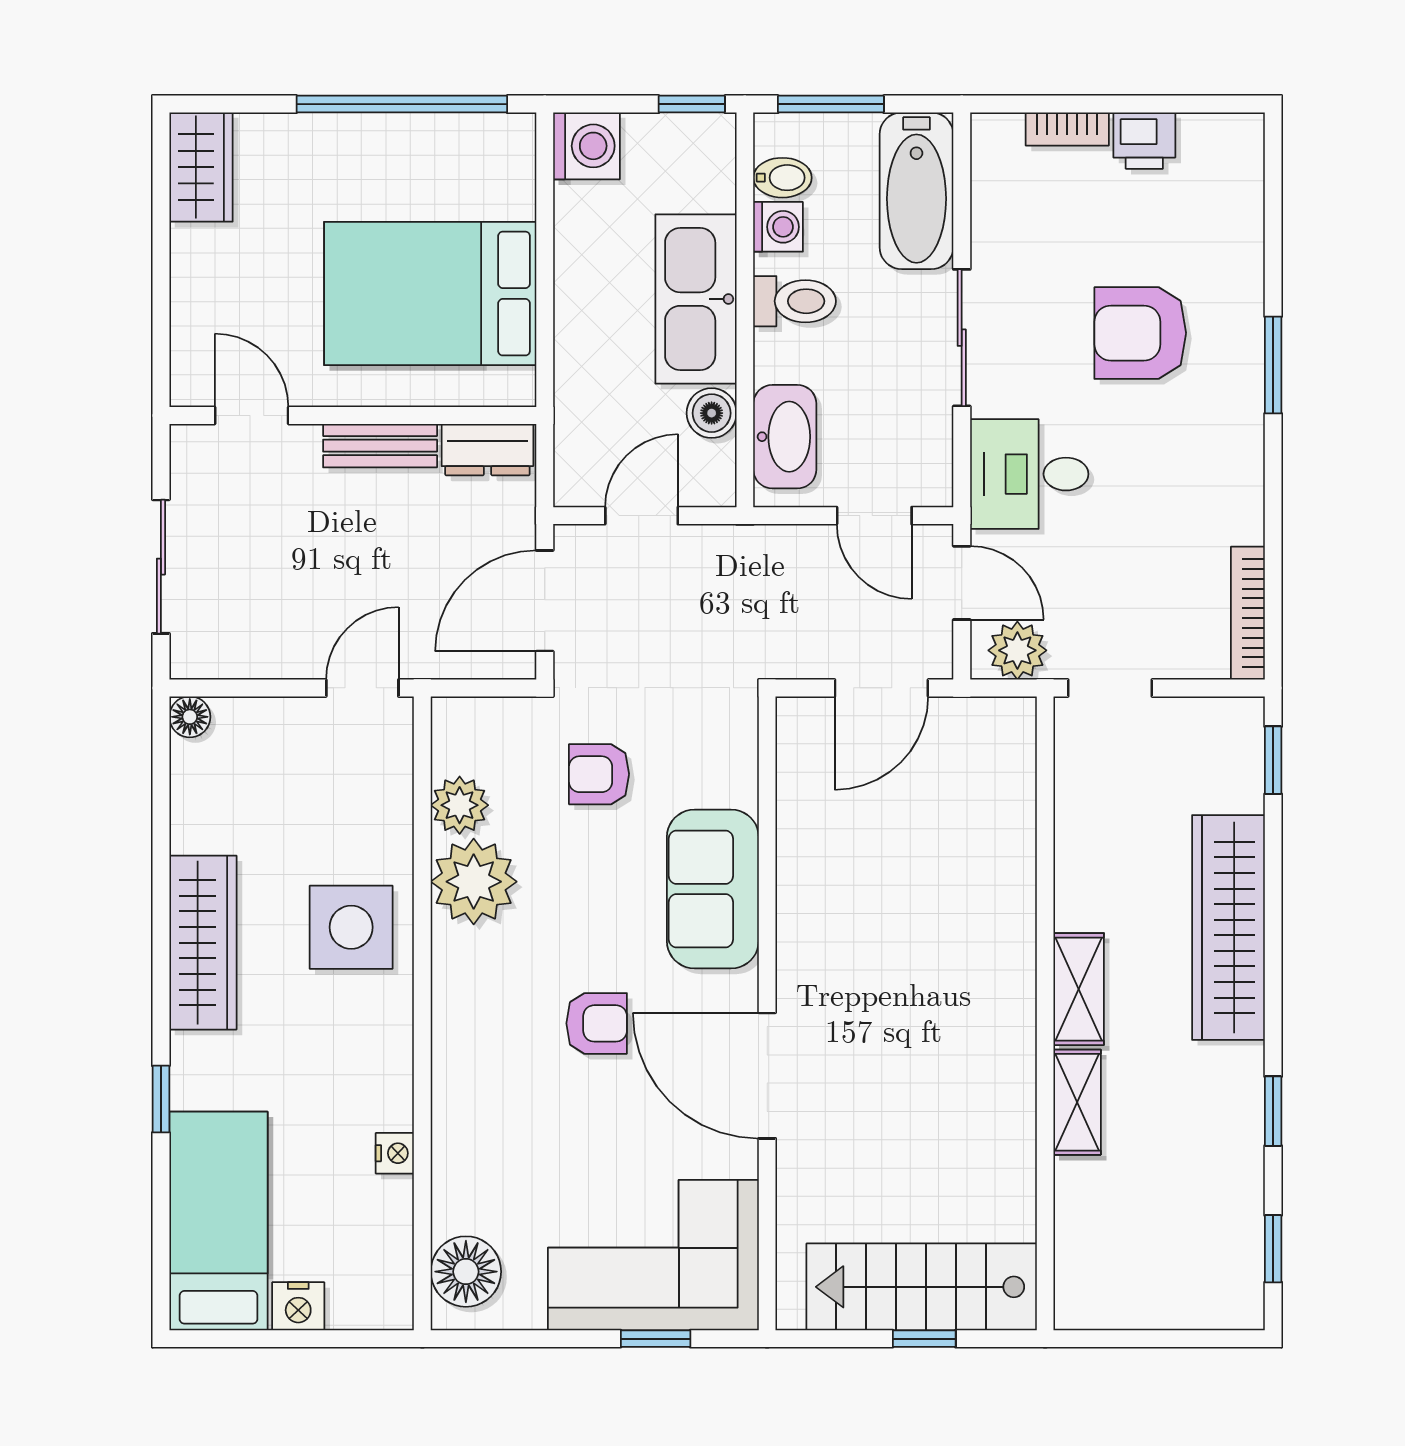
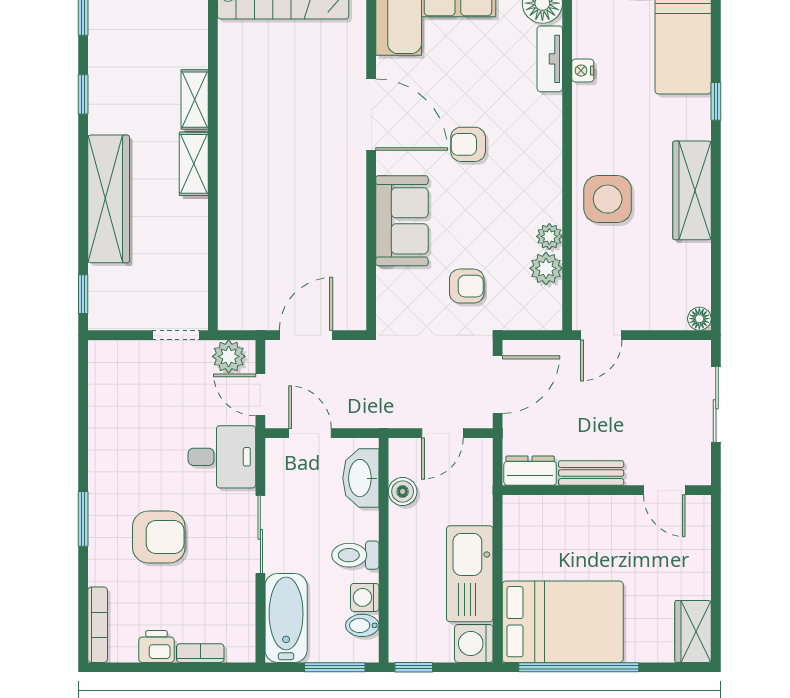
bed: (430, 294) -> (563, 622), moved
kitchen sink: (696, 299) -> (470, 574), moved, turned 180
bookcase: (1248, 613) -> (98, 625), moved
plant: (474, 882) -> (549, 236), width x0.53, depth x0.53
tv unit: (453, 1174) -> (550, 59), added

